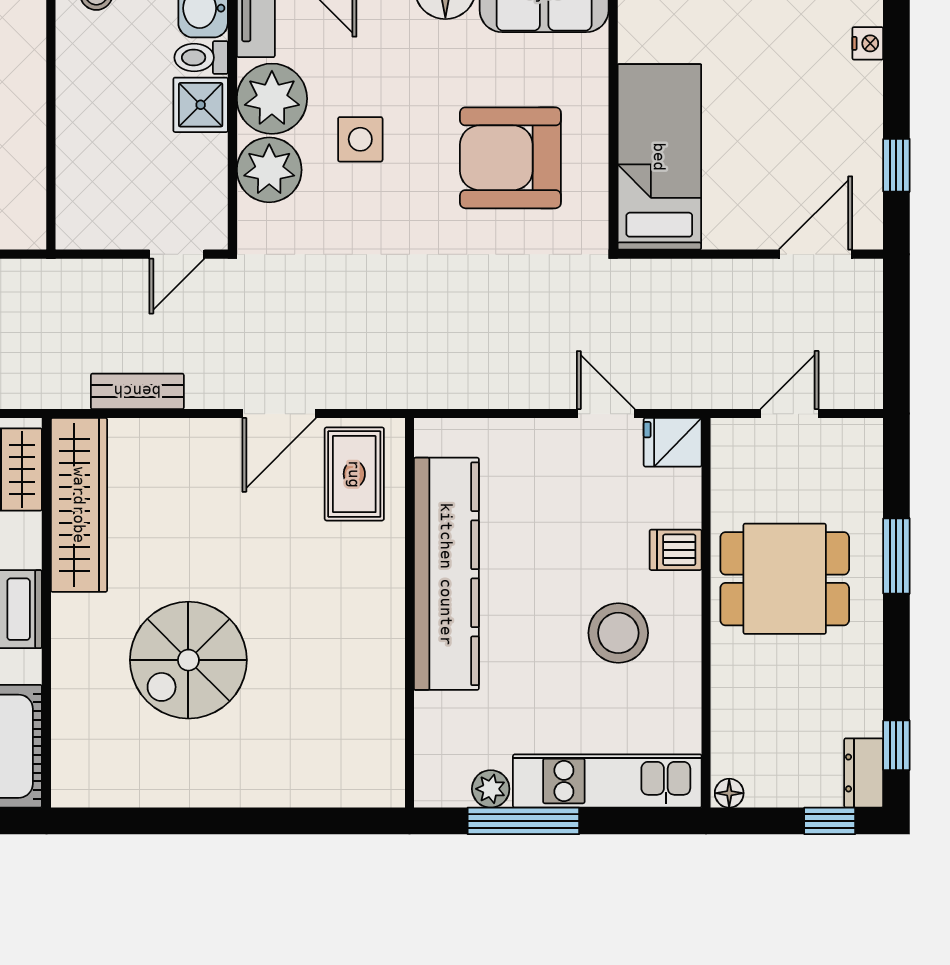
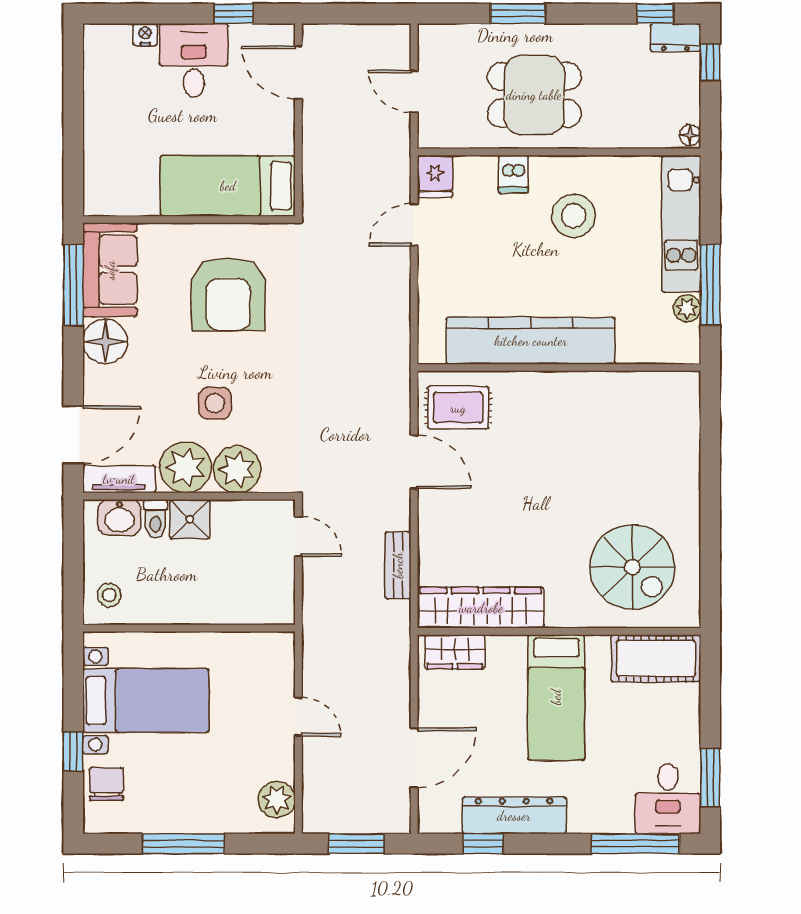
desk: (833, 110) -> (194, 60), added
dining table: (785, 579) -> (534, 95), turned 90
spiral stairs: (188, 660) -> (632, 567), moved

